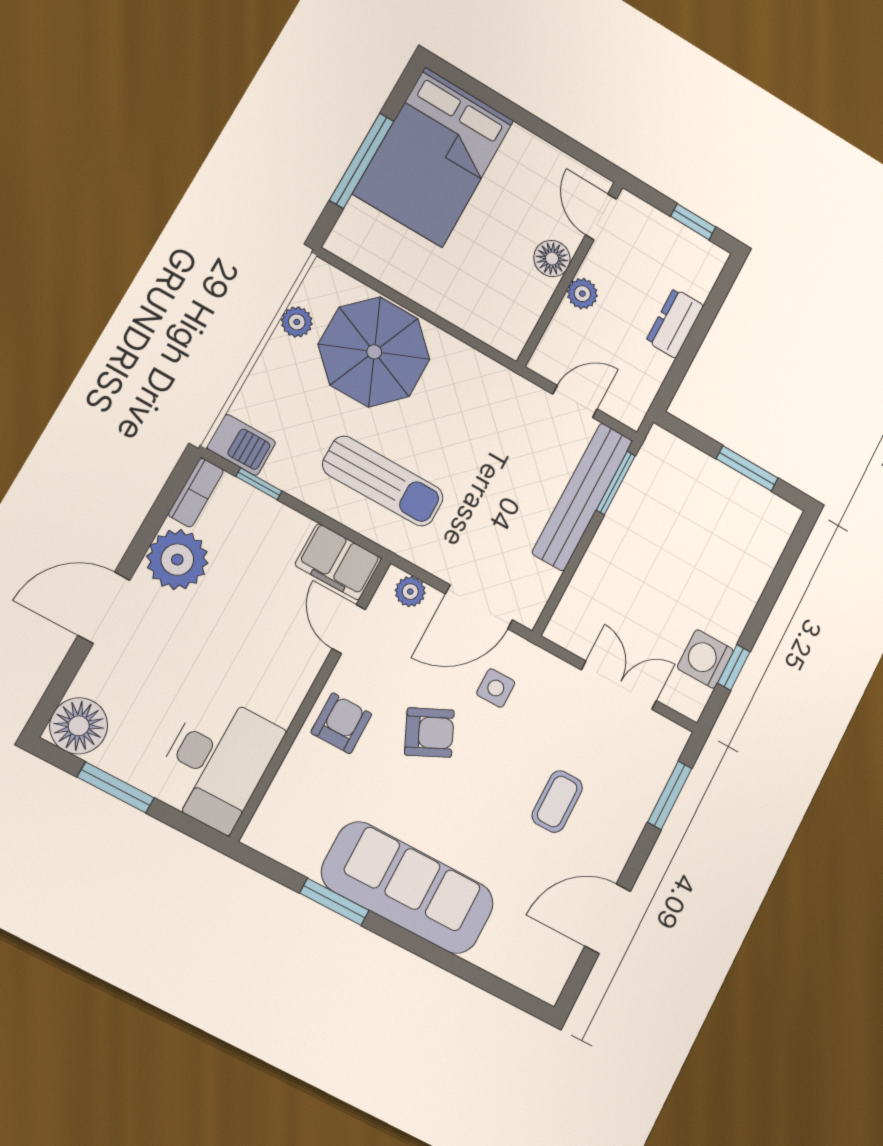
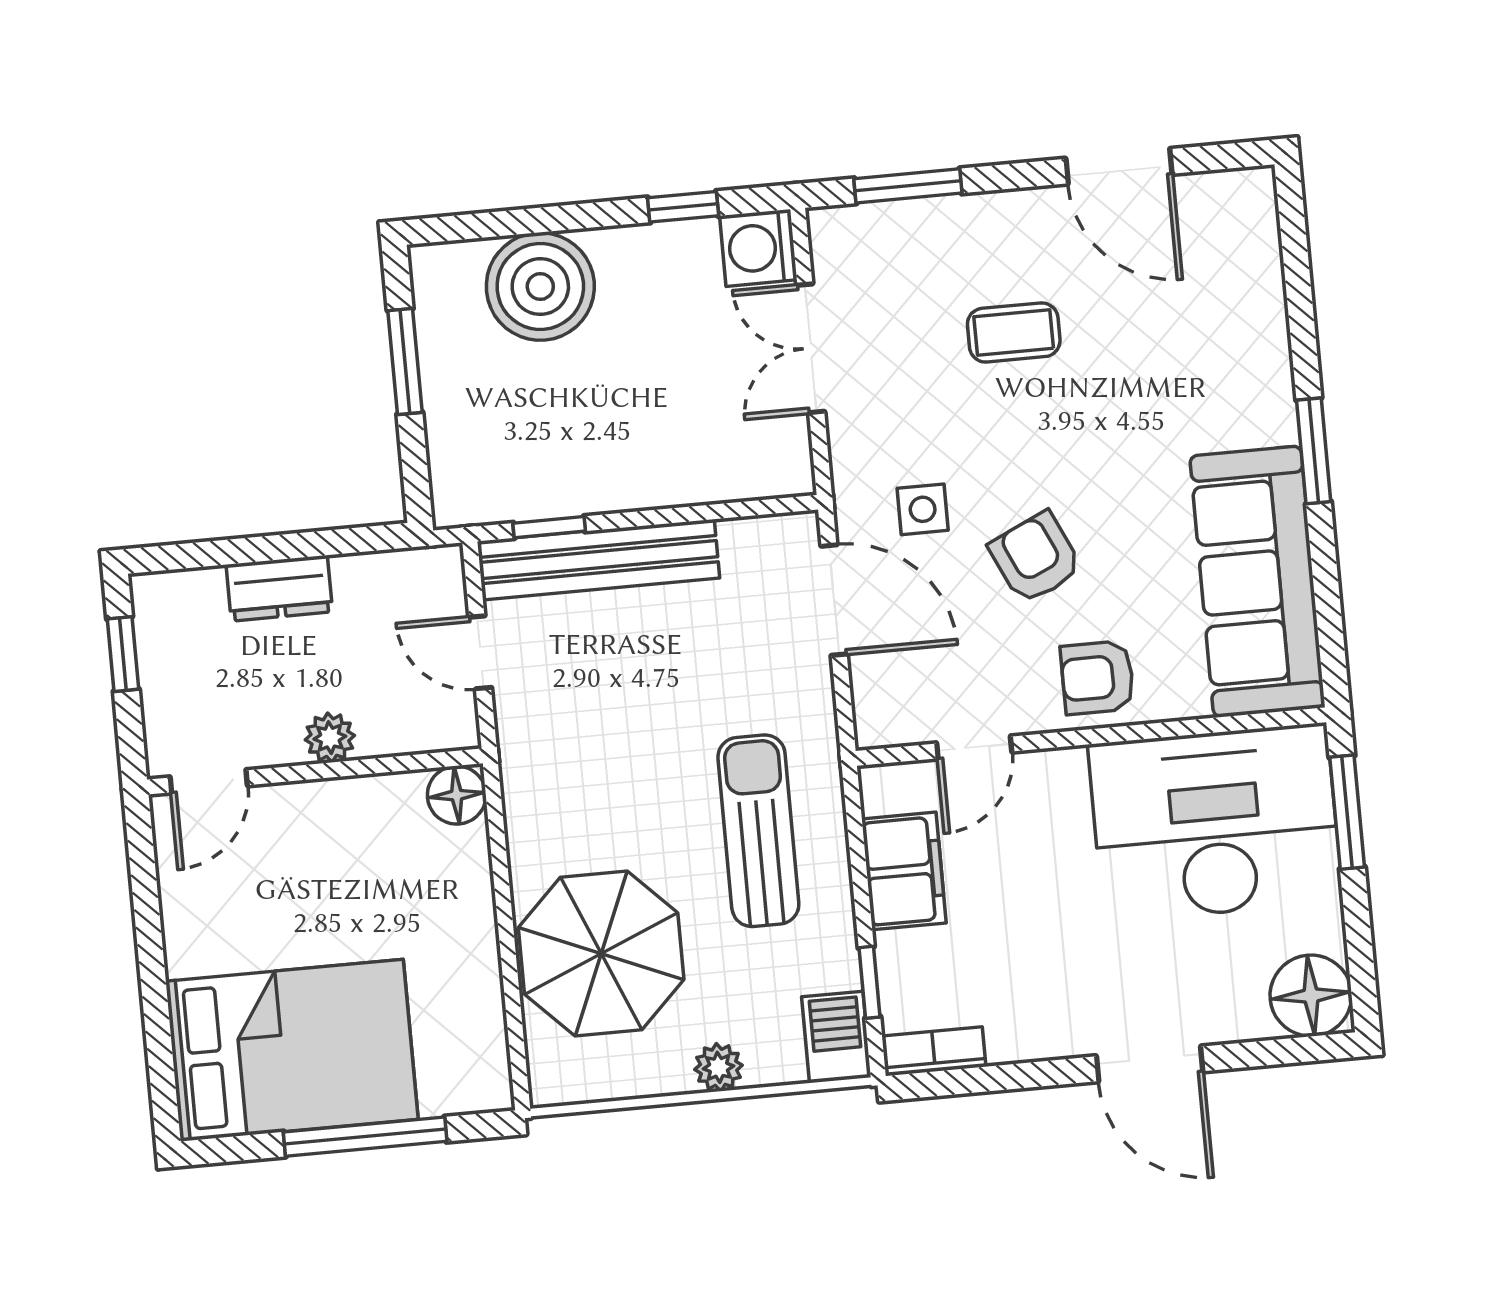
floor lamp: (552, 258) -> (457, 795), moved
plant: (297, 322) -> (719, 1067), moved
window: (616, 483) -> (549, 527), width x0.67
plant: (177, 560) -> (1032, 1017), removed
filing cabinet: (338, 562) -> (904, 871), moved
boiler: (740, 565) -> (540, 287), added
plant: (410, 592) -> (875, 702), removed
washing machine: (705, 659) -> (758, 248), moved, turned 90
desk: (217, 762) -> (1215, 823), width x1.36, depth x1.30
window: (116, 787) -> (1347, 812), moved
sofa: (408, 888) -> (1257, 581), moved
window: (334, 902) -> (1314, 451), moved

